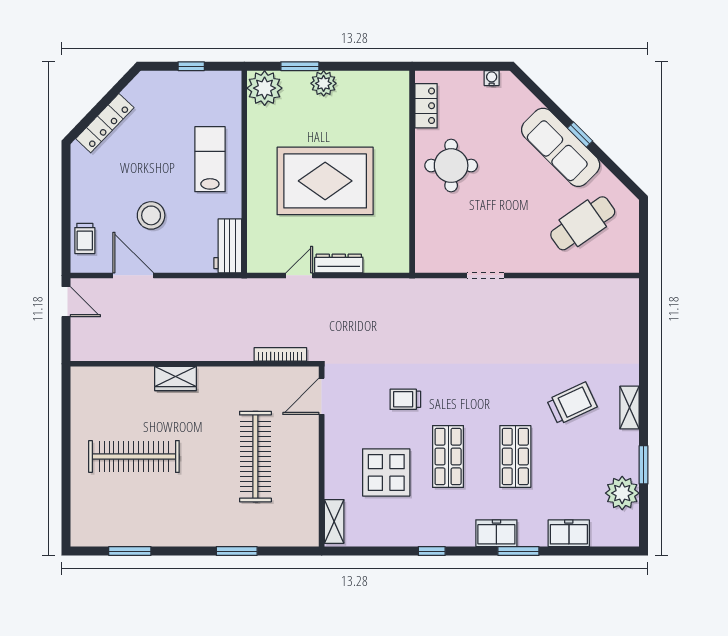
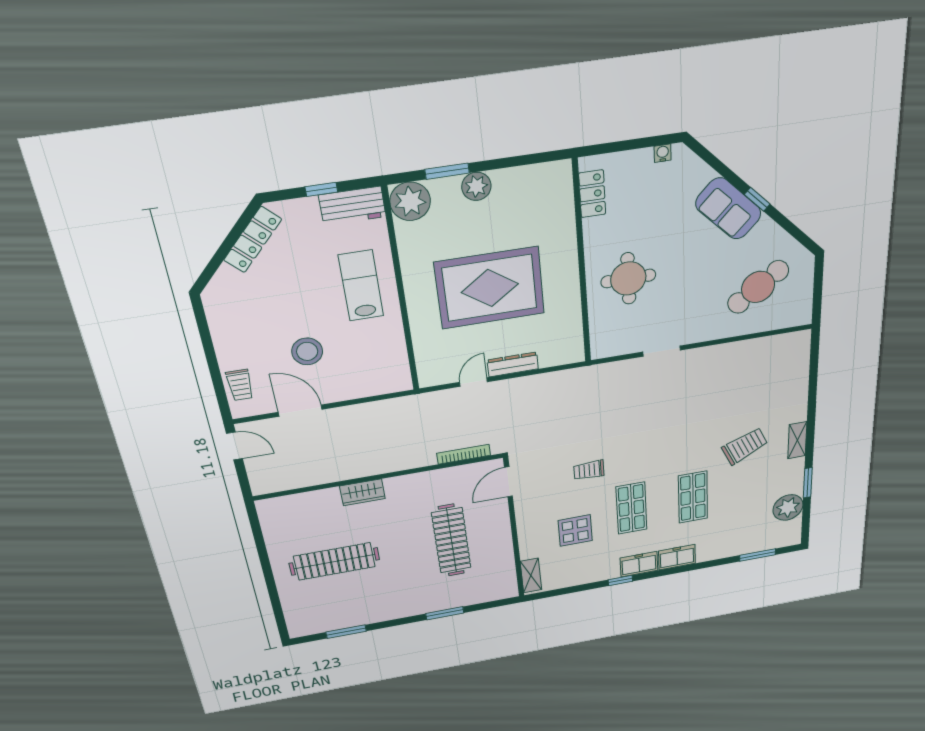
locker: (105, 123) -> (253, 240), moved
sofa: (561, 147) -> (728, 209), width x0.73
round table: (451, 166) -> (628, 278), moved
workbench: (228, 246) -> (352, 206), moved, turned -90
display table: (386, 472) -> (575, 531), width x0.73, depth x0.73
freezer: (569, 533) -> (639, 564), moved
window: (518, 551) -> (758, 555), moved

